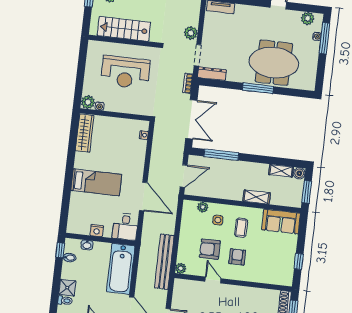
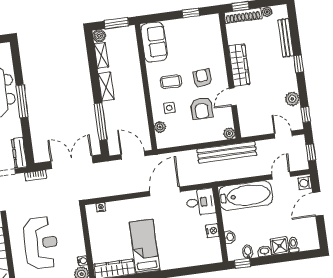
bed: (96, 182) -> (145, 246), moved
shelving: (257, 197) -> (106, 87), moved
armchair: (237, 257) -> (202, 78), turned 85
washbasin: (66, 273) -> (264, 251), added
wardrobe: (240, 293) -> (239, 65), added

